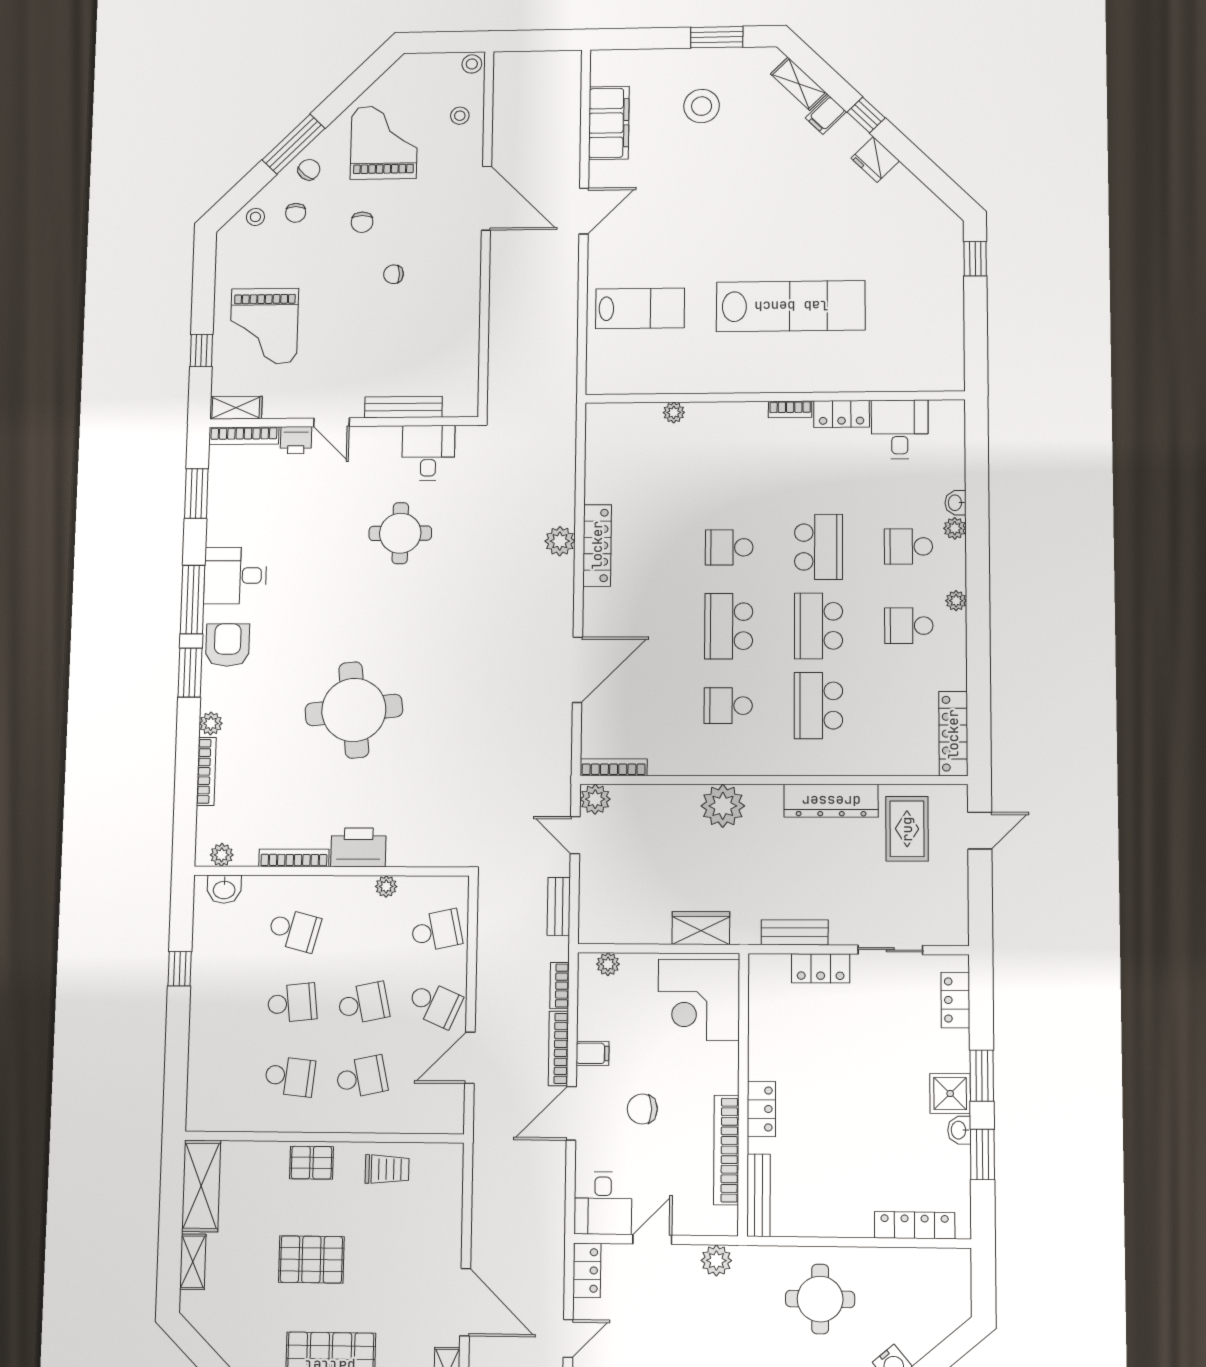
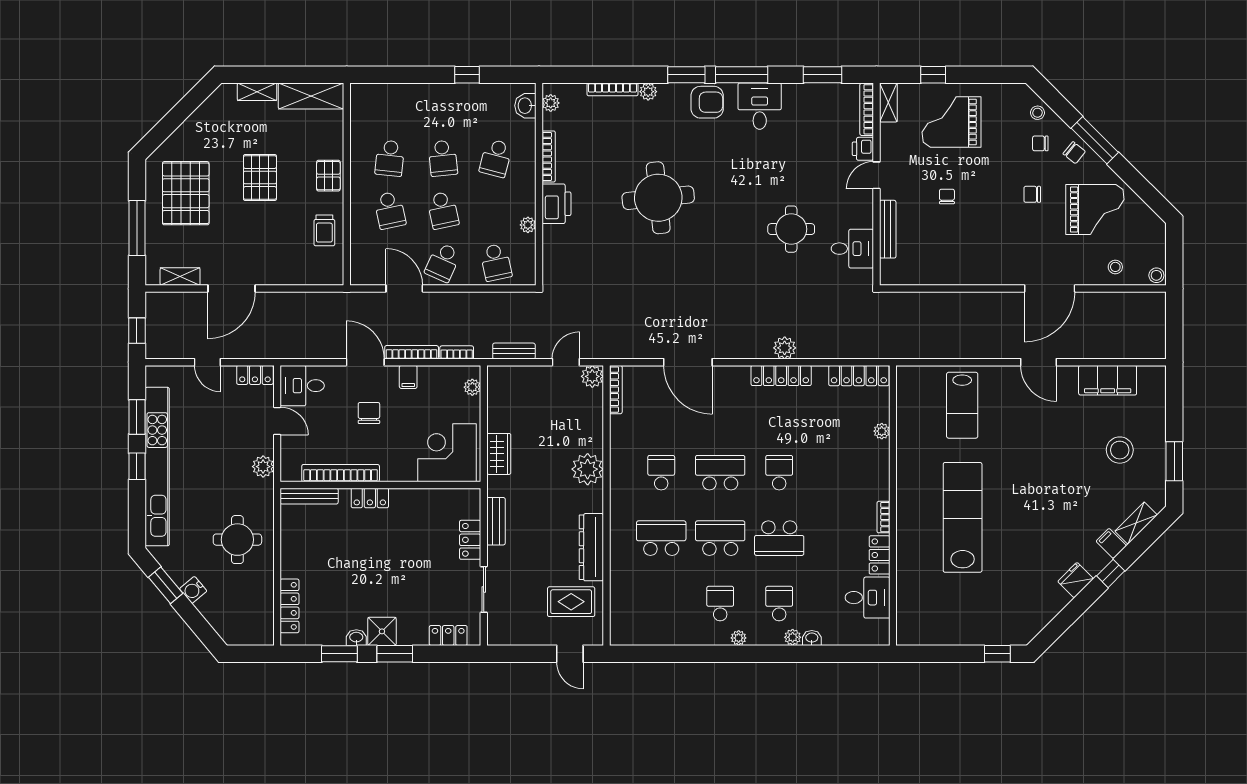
chair: (394, 274) -> (947, 196), moved
lab bench: (791, 306) -> (963, 517), turned 180
locker: (953, 734) -> (859, 376), moved, turned 180

